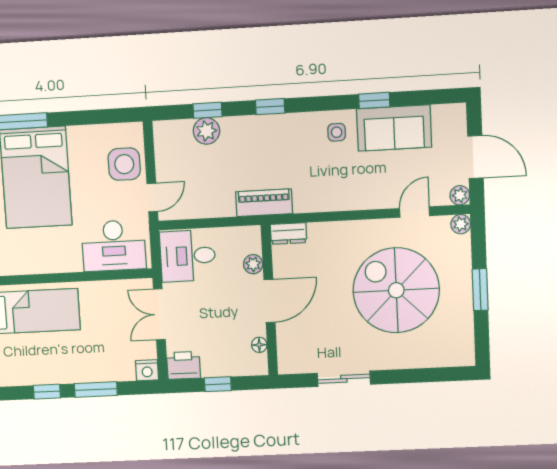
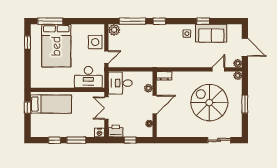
window: (207, 110) -> (132, 21), width x2.17
plant: (206, 131) -> (114, 30), moved
piano: (264, 203) -> (155, 62), removed
sliding door: (344, 379) -> (219, 140), moved

